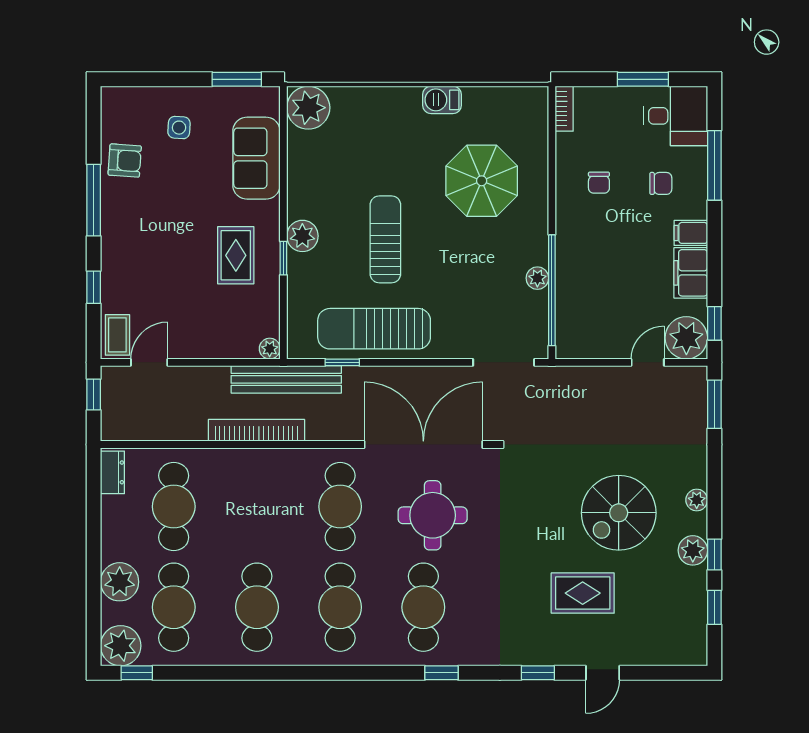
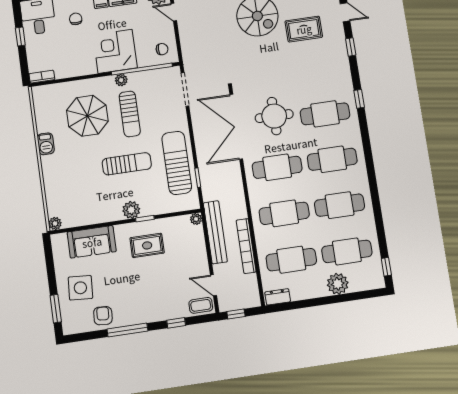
window: (237, 79) -> (56, 309), moved
window: (643, 79) -> (20, 37), width x0.67
plant: (308, 108) -> (55, 223), width x0.53, depth x0.53
side table: (179, 128) -> (80, 288), width x1.87, depth x1.87
chair: (599, 183) -> (162, 49), moved
sun lounger: (385, 239) -> (127, 164), turned 180
corner desk: (591, 246) -> (115, 51), added
sun lounger: (474, 257) -> (130, 114), added
plant: (537, 278) -> (121, 80), moved
sun lounger: (374, 329) -> (177, 163), turned 180
bench: (286, 379) -> (215, 232), moved
bookcase: (256, 430) -> (246, 246), moved
cafe table: (257, 507) -> (284, 213), added
rug: (583, 593) -> (304, 29), turned 90
plant: (121, 646) -> (373, 278), removed

